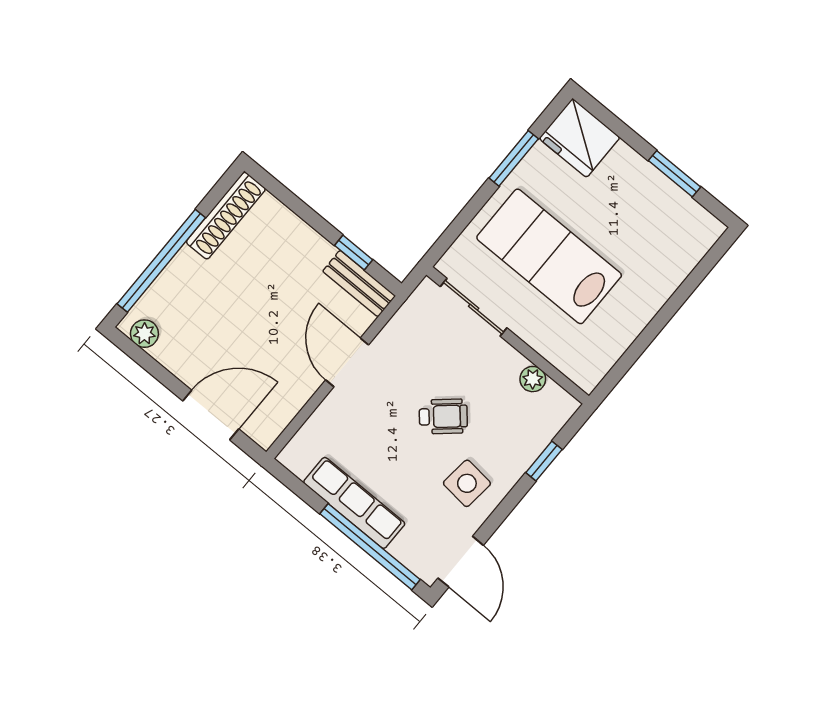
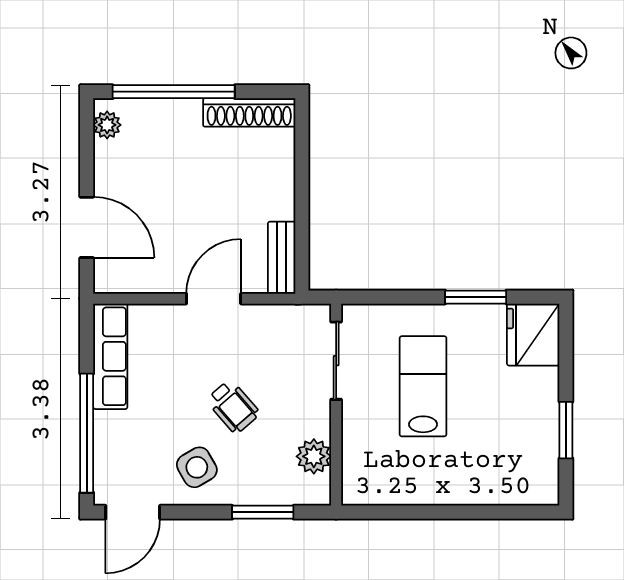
window: (354, 253) -> (302, 234), removed
lab bench: (549, 256) -> (423, 386), width x0.73, depth x0.72
plant: (533, 379) -> (314, 456), width x1.38, depth x1.38
window: (544, 461) -> (263, 512), width x1.50
side table: (467, 483) -> (197, 467), turned -36
row of seats: (354, 503) -> (110, 356), moved

